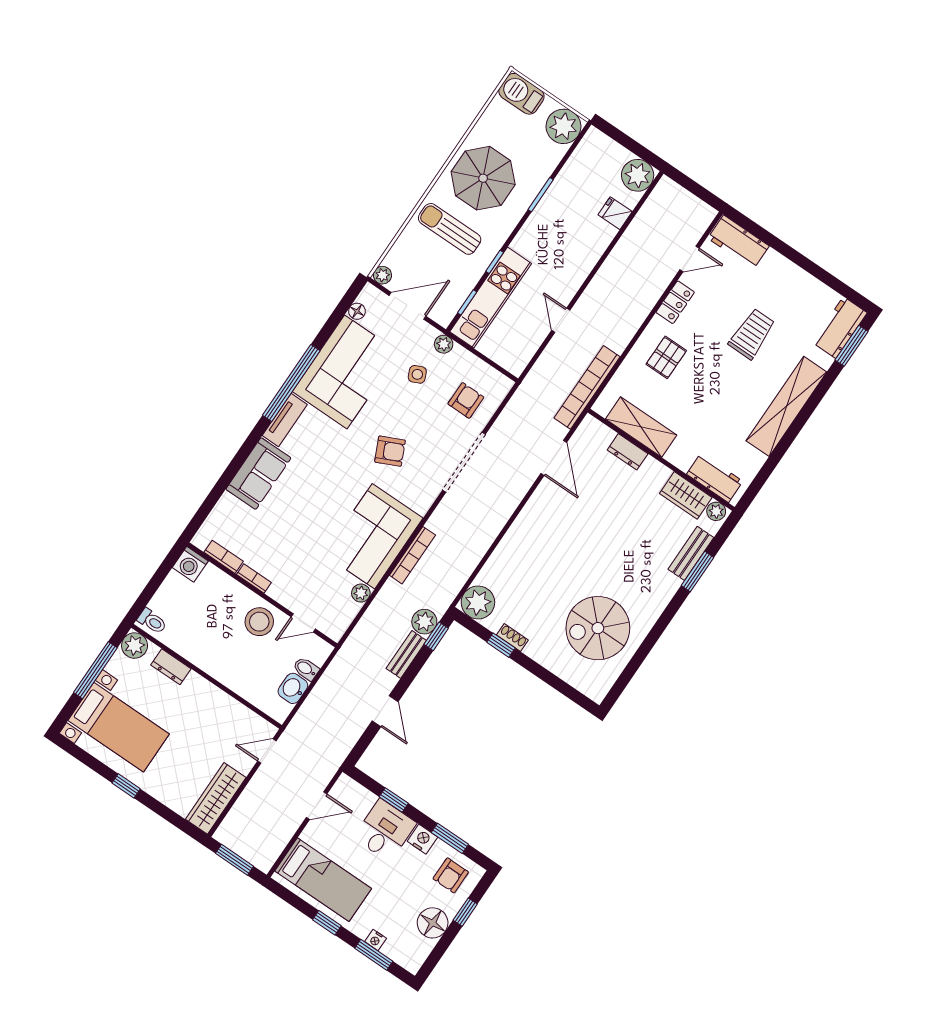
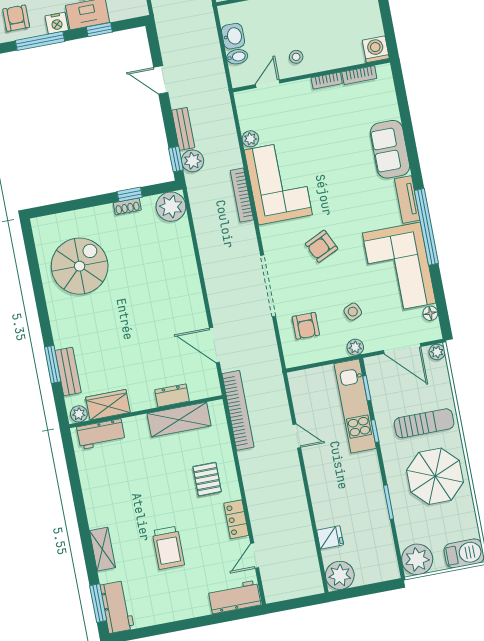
door: (408, 306) -> (402, 349), hinge flipped
shelving: (786, 406) -> (102, 549), width x0.45, depth x0.75
stool: (259, 622) -> (296, 57), width x0.53, depth x0.53
window: (450, 838) -> (40, 41), width x1.44

